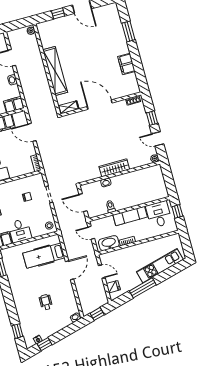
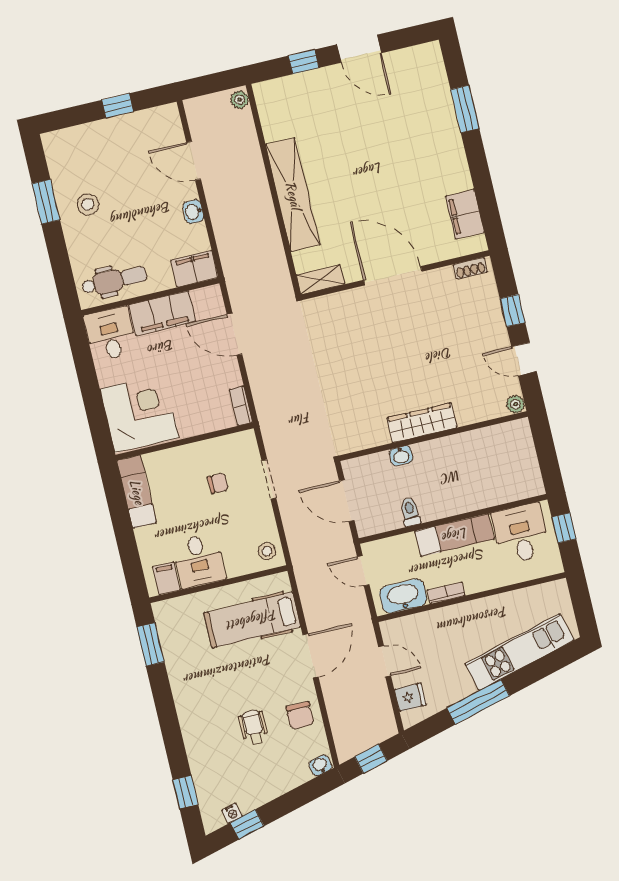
filing cabinet: (126, 64) -> (465, 214), moved
chair: (66, 296) -> (300, 715), added

